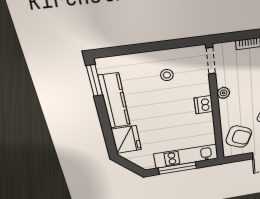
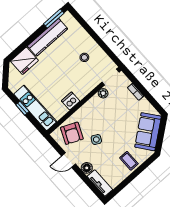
plant: (224, 93) -> (103, 93), moved
dishwasher: (204, 105) -> (71, 101), moved
window: (177, 168) -> (22, 108), width x0.46

